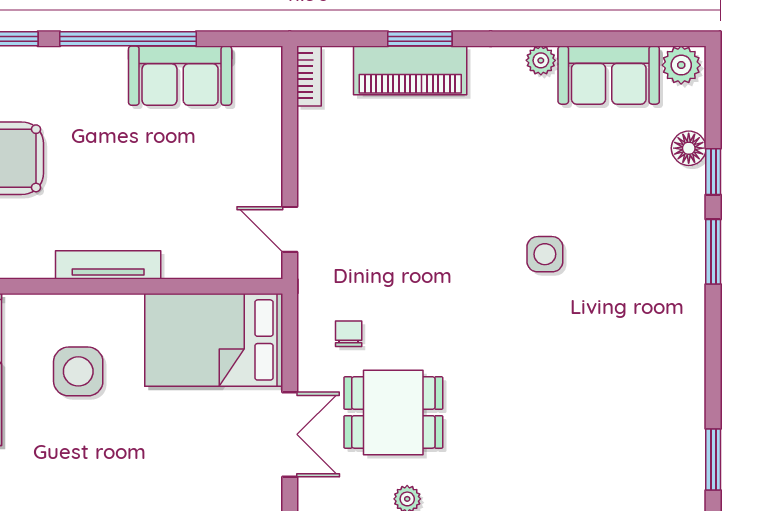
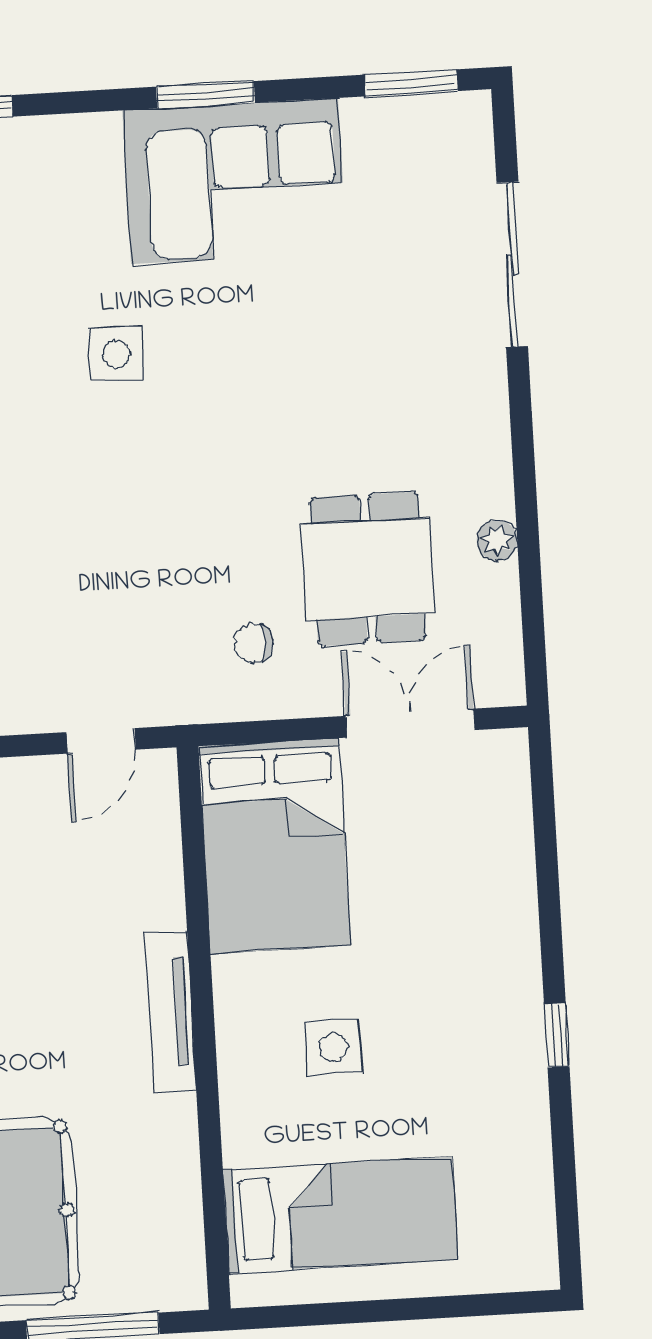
window: (713, 252) -> (206, 95), moved
corner sofa: (655, 339) -> (235, 181), added
side table: (78, 371) -> (334, 1047), width x0.73, depth x0.73

